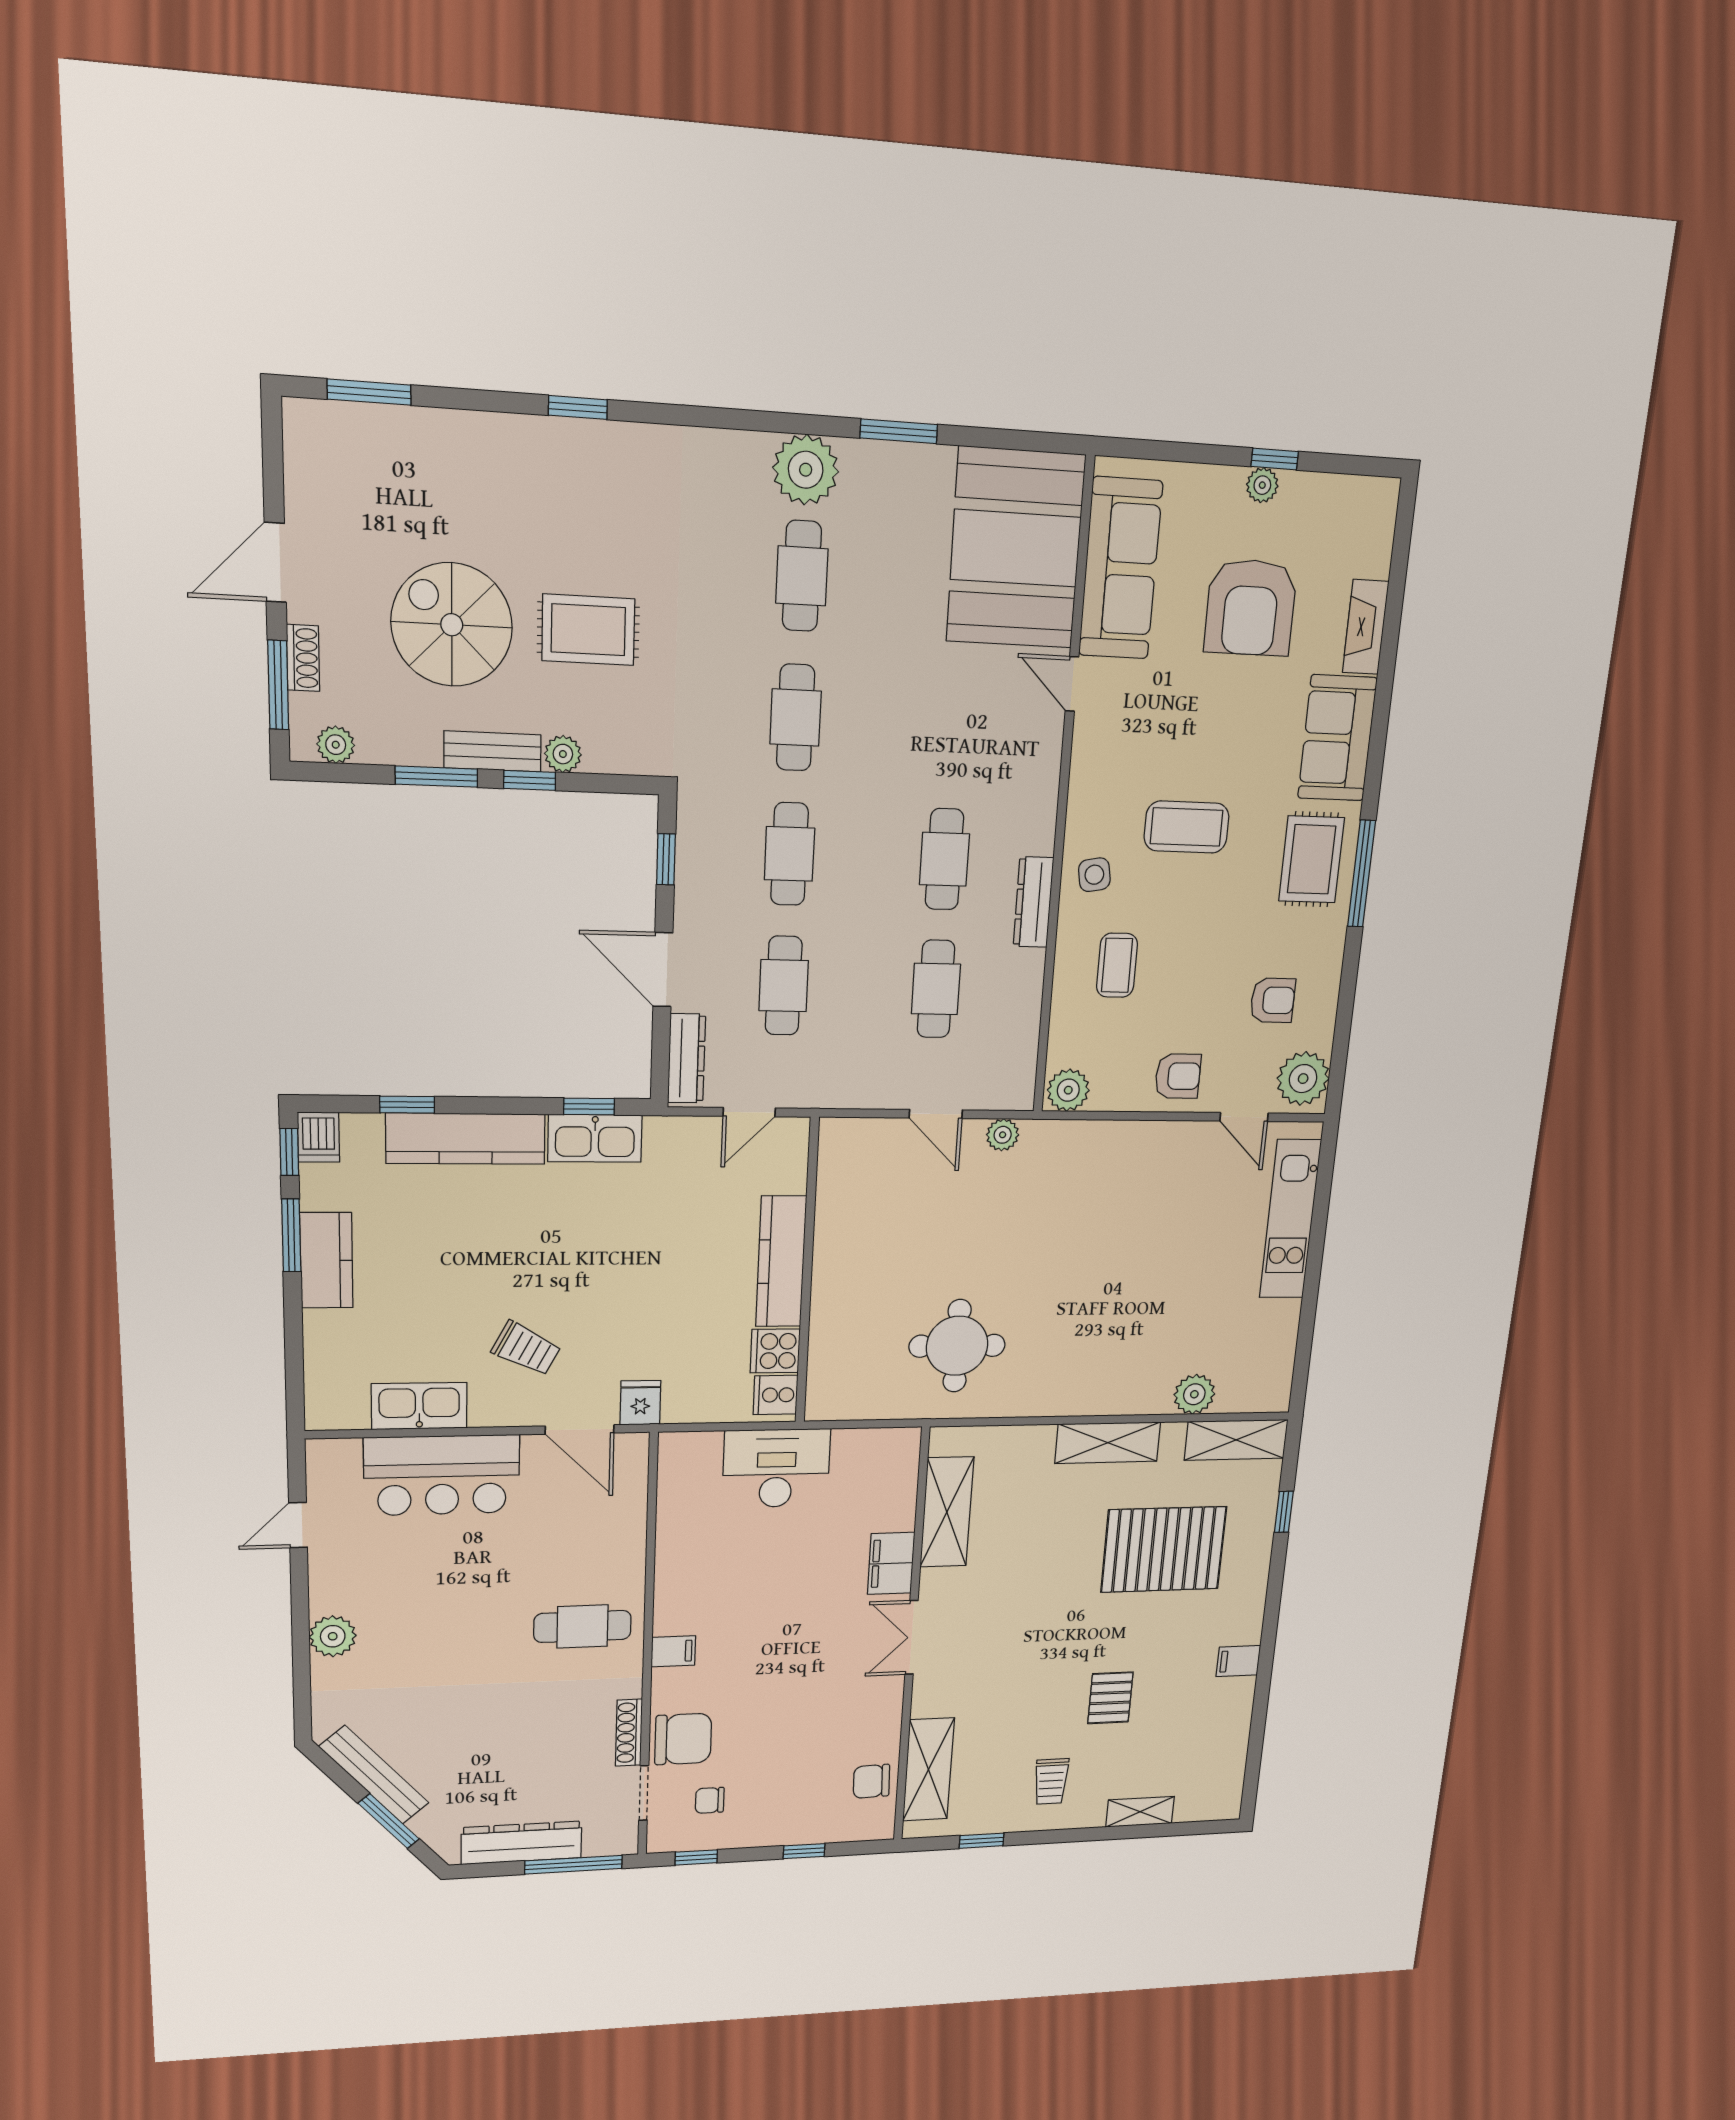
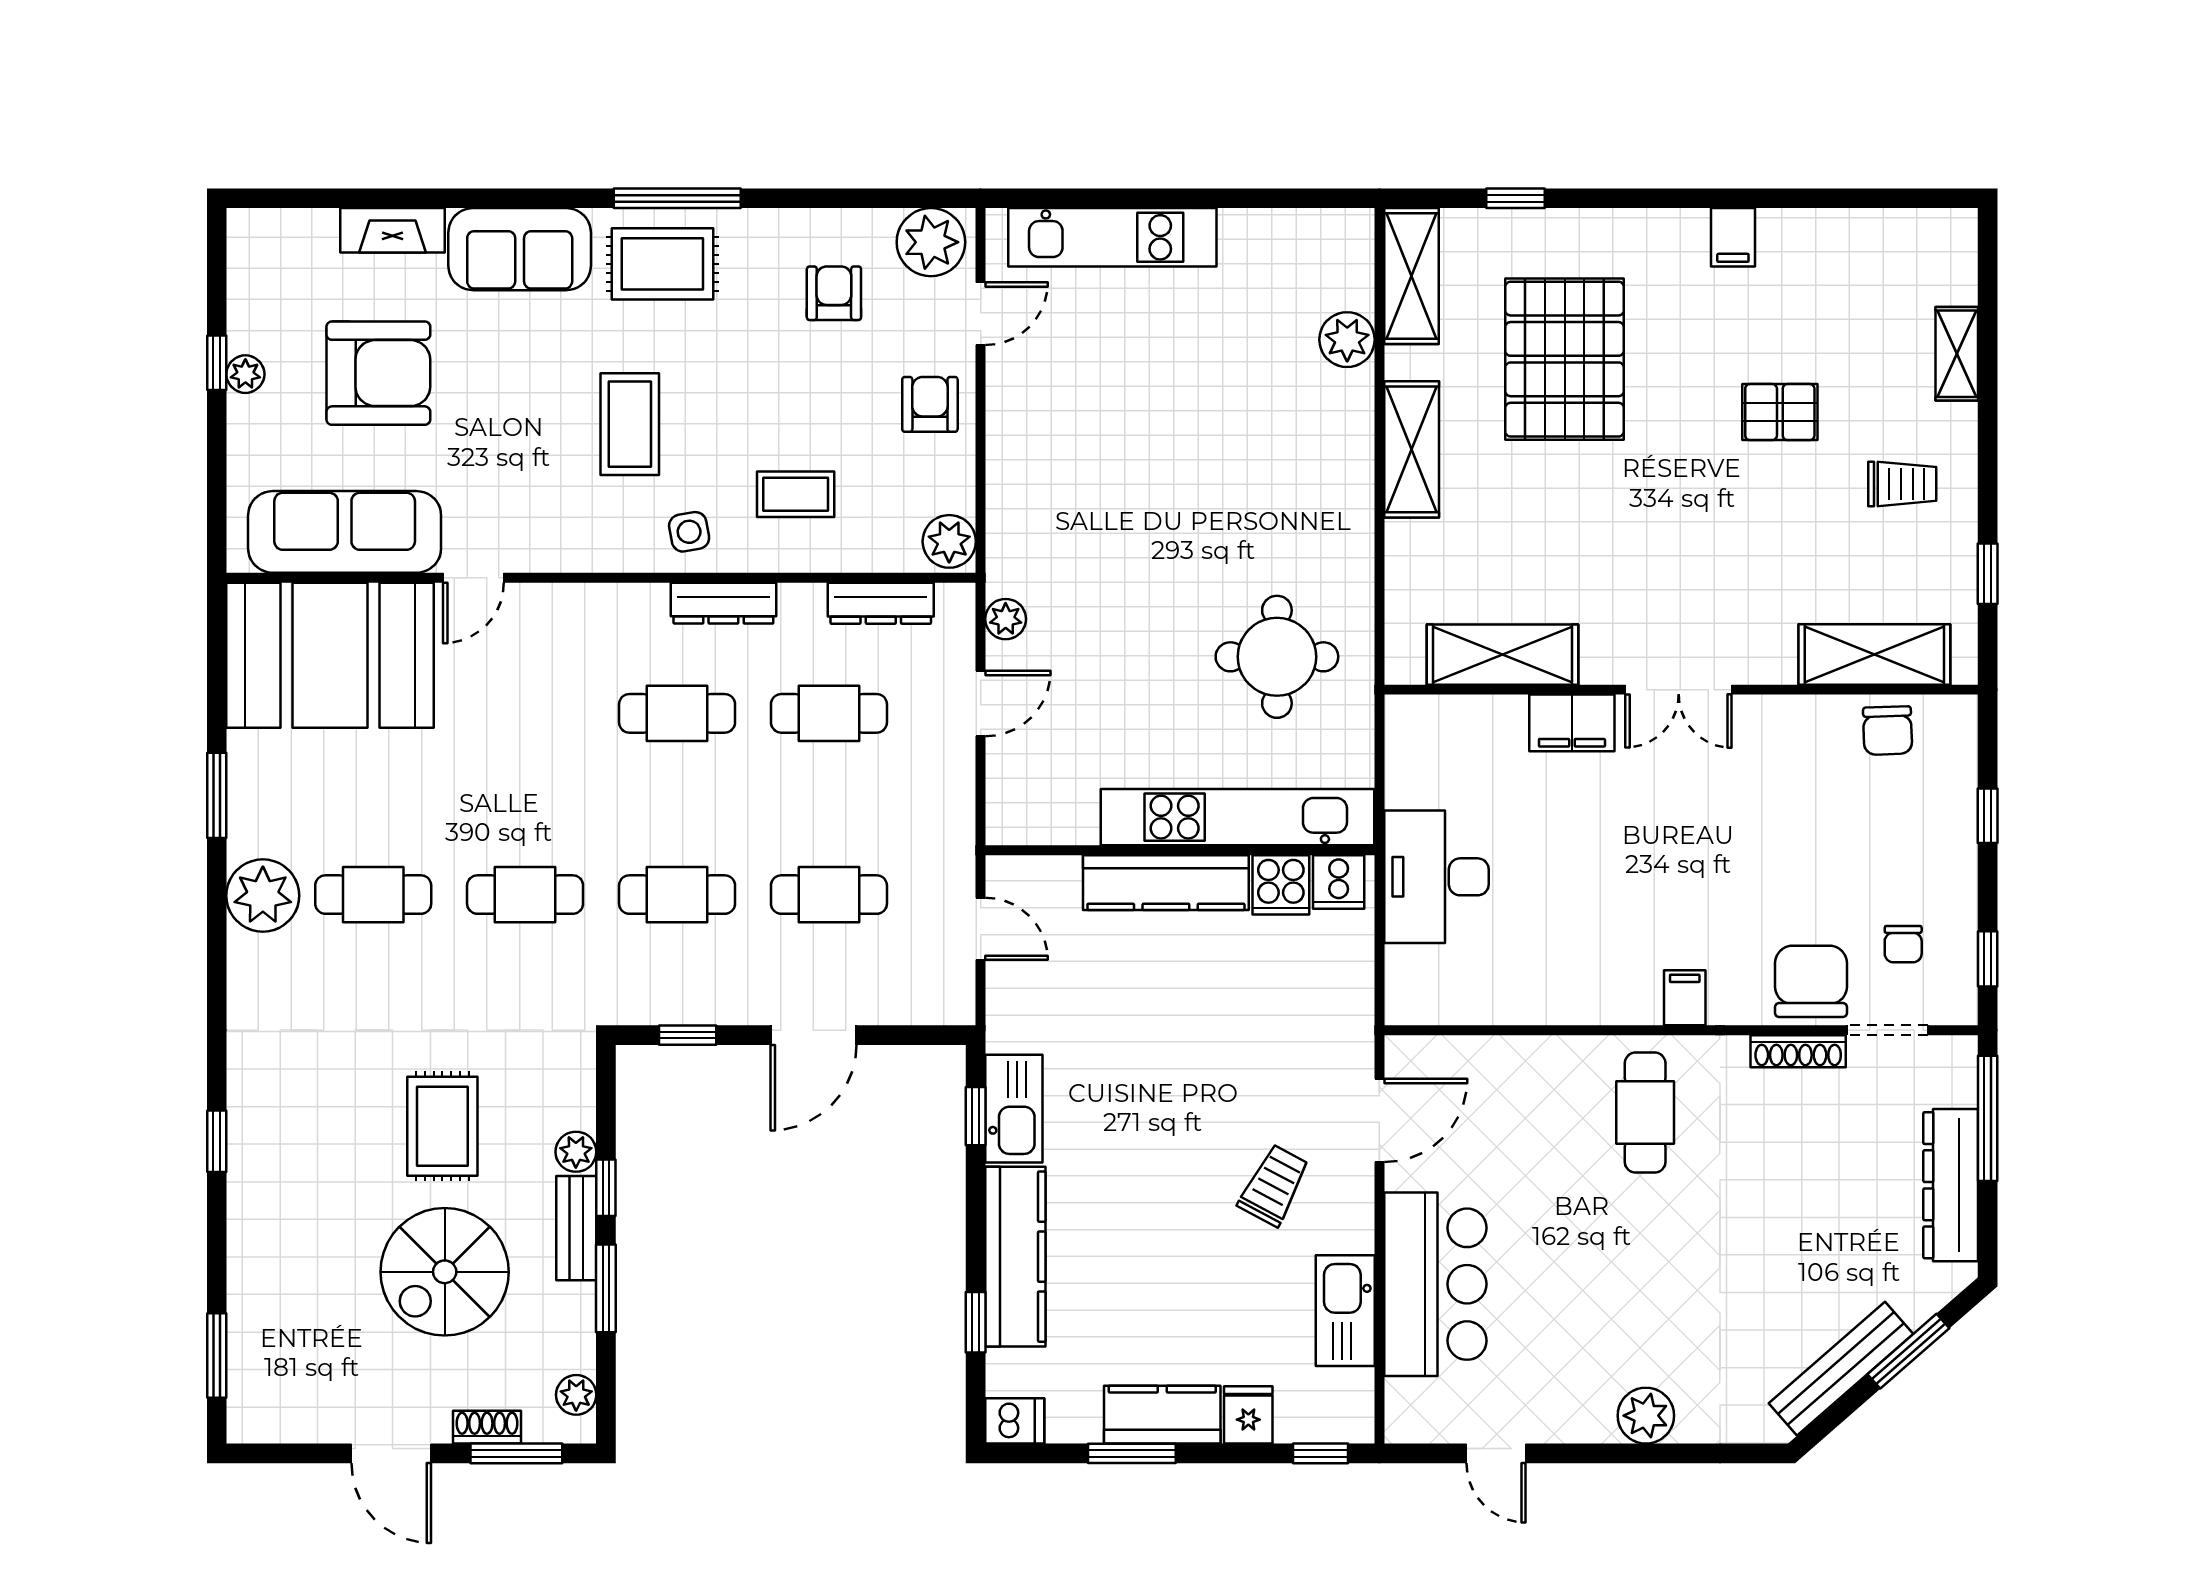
dresser: (687, 1058) -> (881, 603), moved, turned 180
window: (289, 1152) -> (1321, 1453), moved
kitchen unit: (832, 1317) -> (1238, 817), added
fridge: (640, 1403) -> (1248, 1415), moved, turned 90

